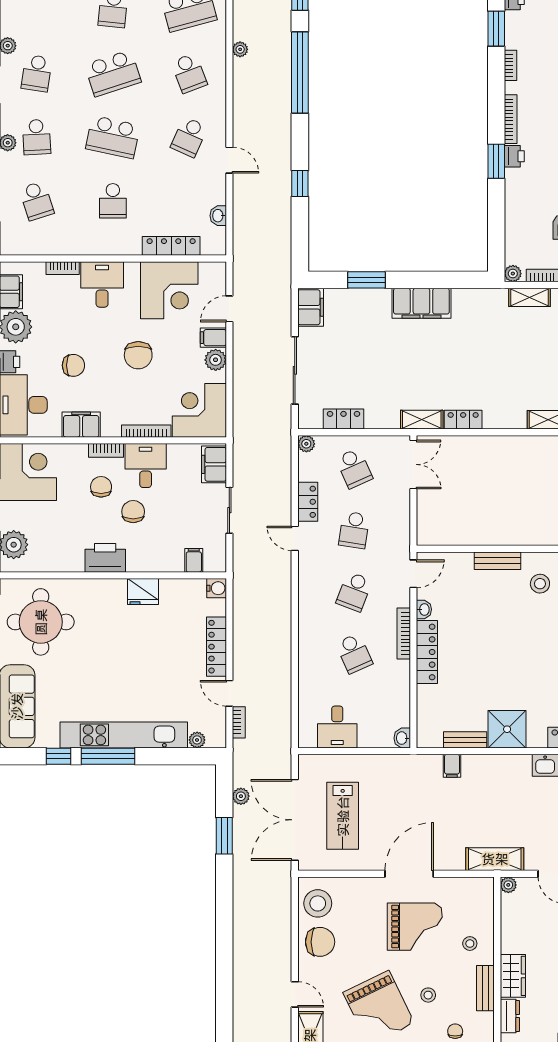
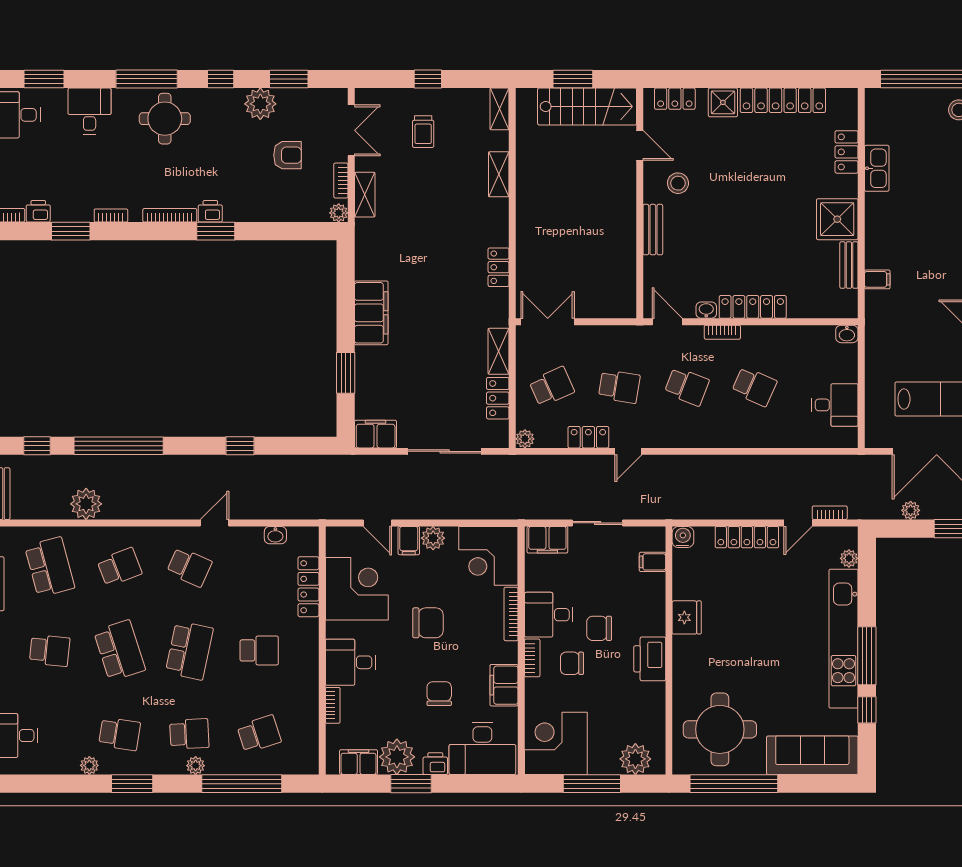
plant: (240, 49) -> (86, 504), width x1.87, depth x1.87
shelving: (422, 420) -> (499, 351), moved
bookcase: (404, 633) -> (722, 332), width x0.64
school desk: (354, 653) -> (754, 387), turned 48

